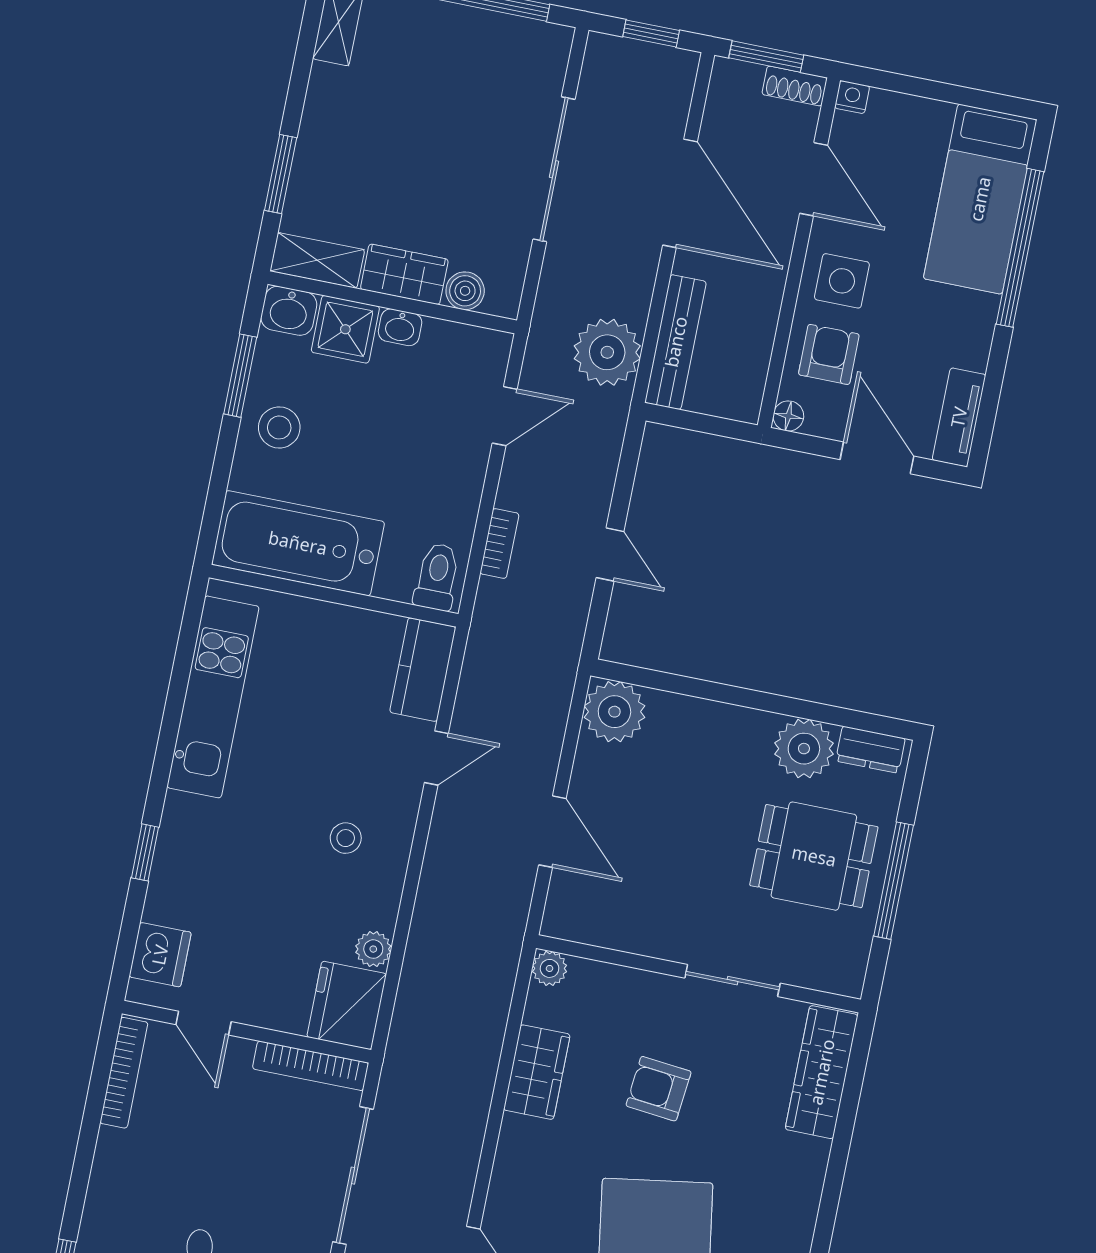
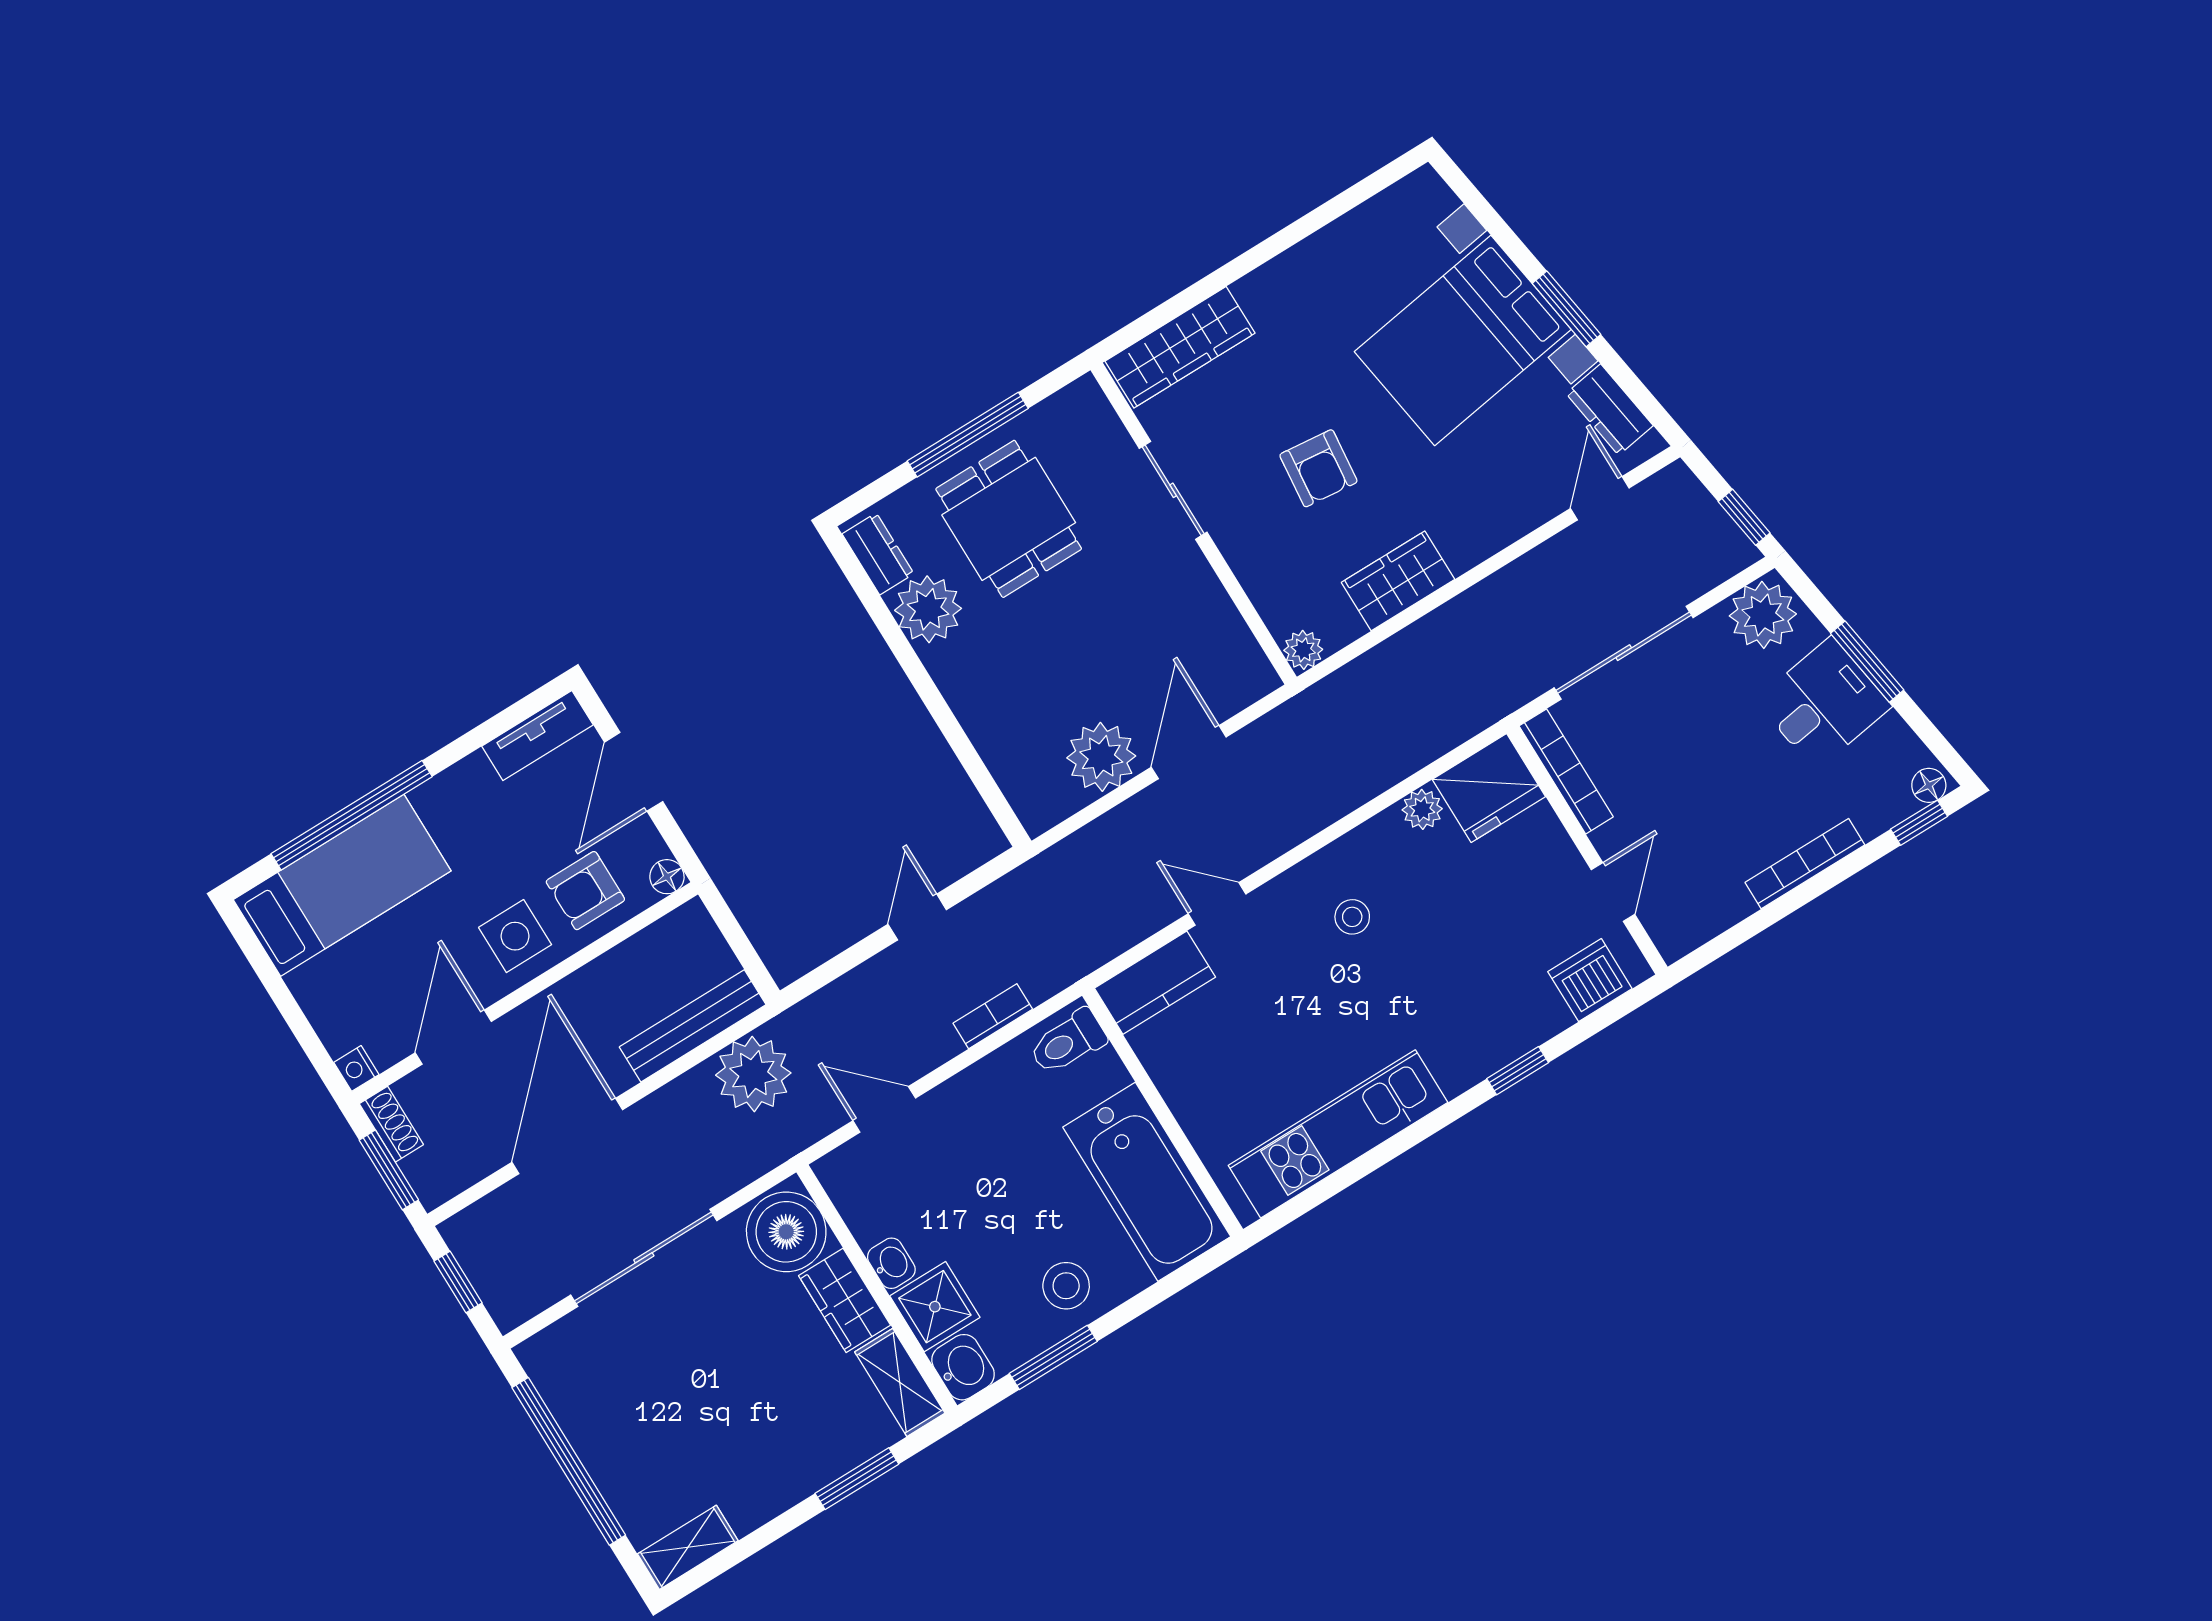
boiler: (465, 291) -> (786, 1232), width x1.86, depth x1.86
plant: (614, 712) -> (1101, 757), moved
bookcase: (124, 1073) -> (1805, 864), moved

